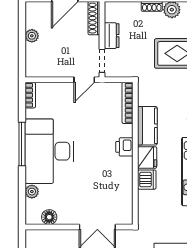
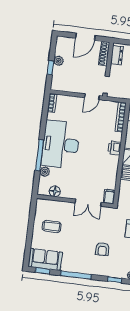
dresser: (112, 36) -> (117, 55), moved
window: (22, 47) -> (50, 68), added
window: (22, 144) -> (40, 155), moved
filing cabinet: (126, 215) -> (109, 197), added

